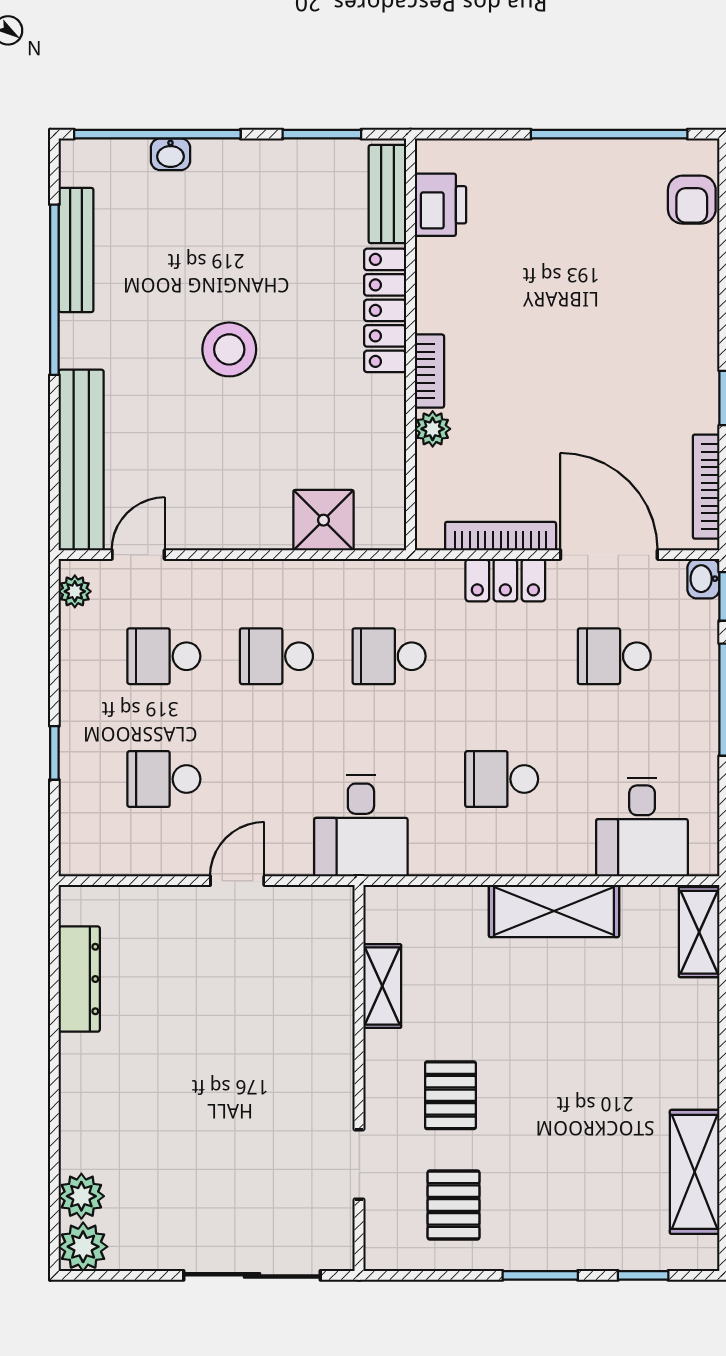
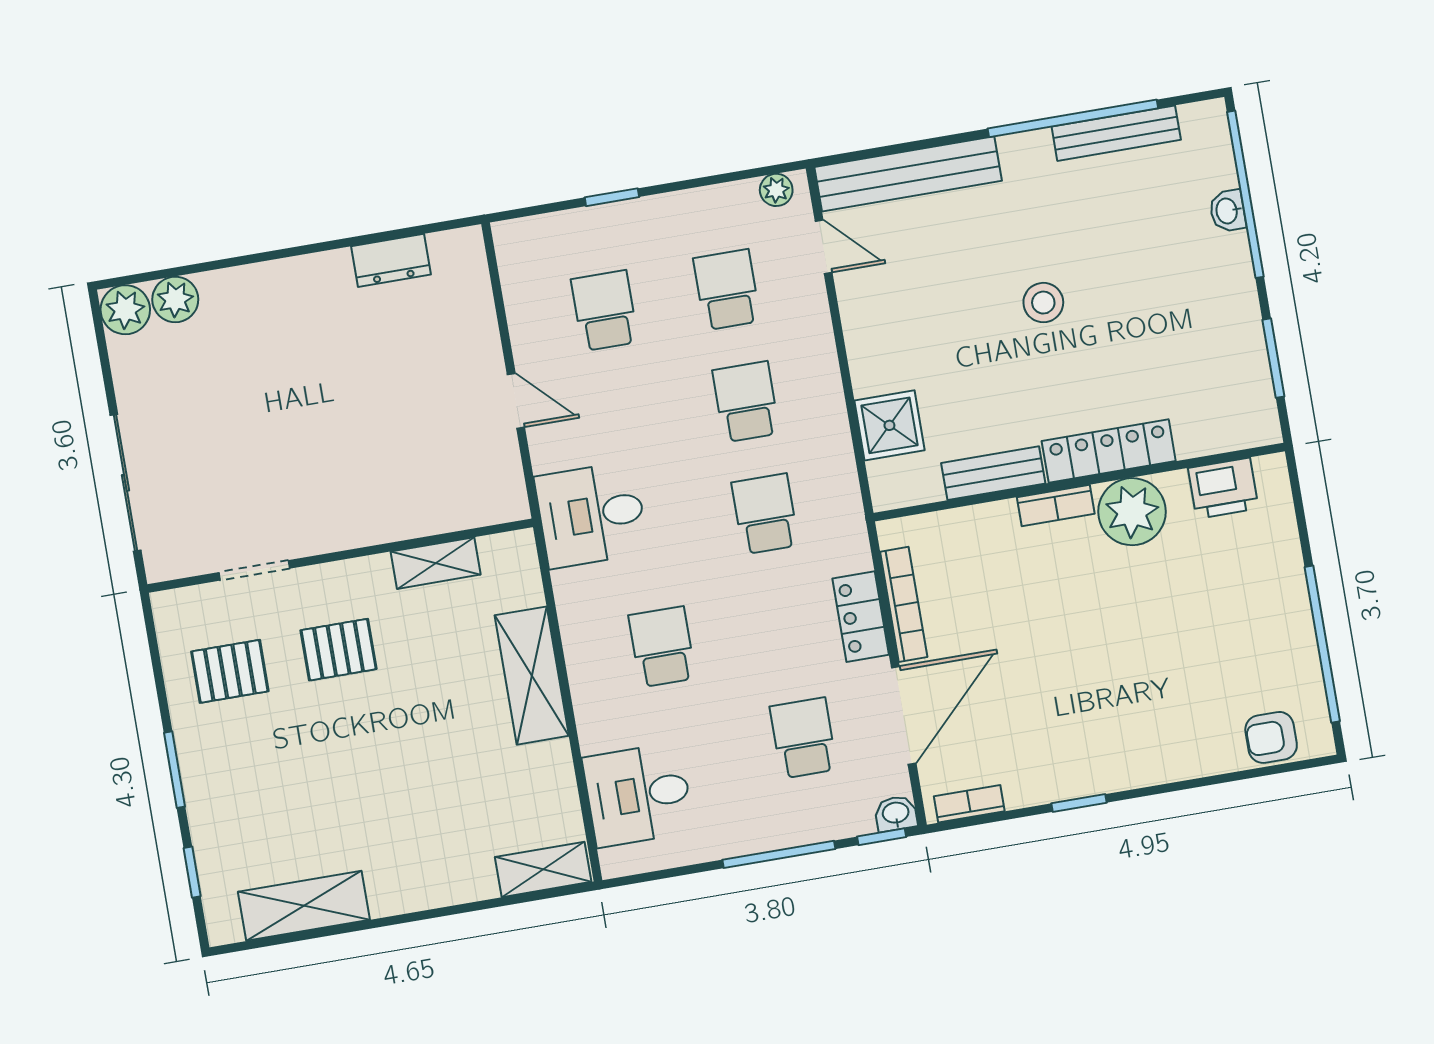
bench: (387, 194) -> (993, 473), moved
stool: (229, 349) -> (1043, 303), width x0.73, depth x0.73
plant: (433, 429) -> (1132, 512), moved, width x1.88, depth x1.88
bookcase: (706, 487) -> (969, 804), width x0.64
shelving: (554, 911) -> (532, 676), moved
dresser: (79, 979) -> (391, 260), width x0.70

